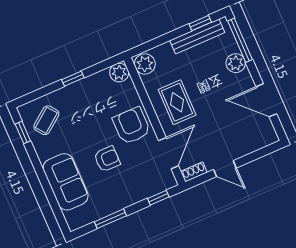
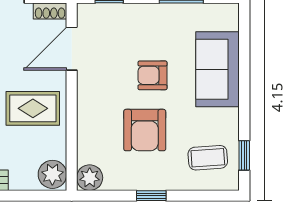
rug: (177, 102) -> (33, 108), turned 90
coffee table: (46, 120) -> (208, 158), turned 33
armchair: (132, 126) -> (145, 130), moved

